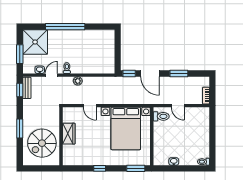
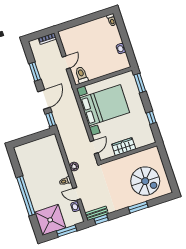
wardrobe: (69, 134) -> (124, 147), moved
wall: (61, 136) -> (129, 153), moved

